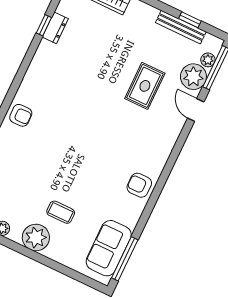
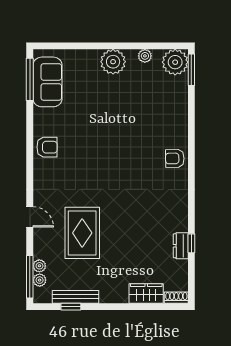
plant: (193, 77) -> (39, 266), width x0.53, depth x0.53
rug: (145, 86) -> (82, 233), width x1.36, depth x1.43
door: (196, 110) -> (30, 217), moved
coffee table: (61, 212) -> (102, 93), removed

